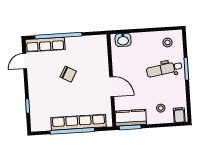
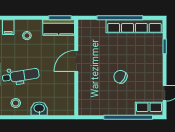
washbasin: (123, 40) -> (39, 109), moved
row of seats: (45, 45) -> (149, 109), width x0.68
door: (112, 87) -> (76, 61), hinge flipped
row of seats: (79, 122) -> (134, 26), moved

